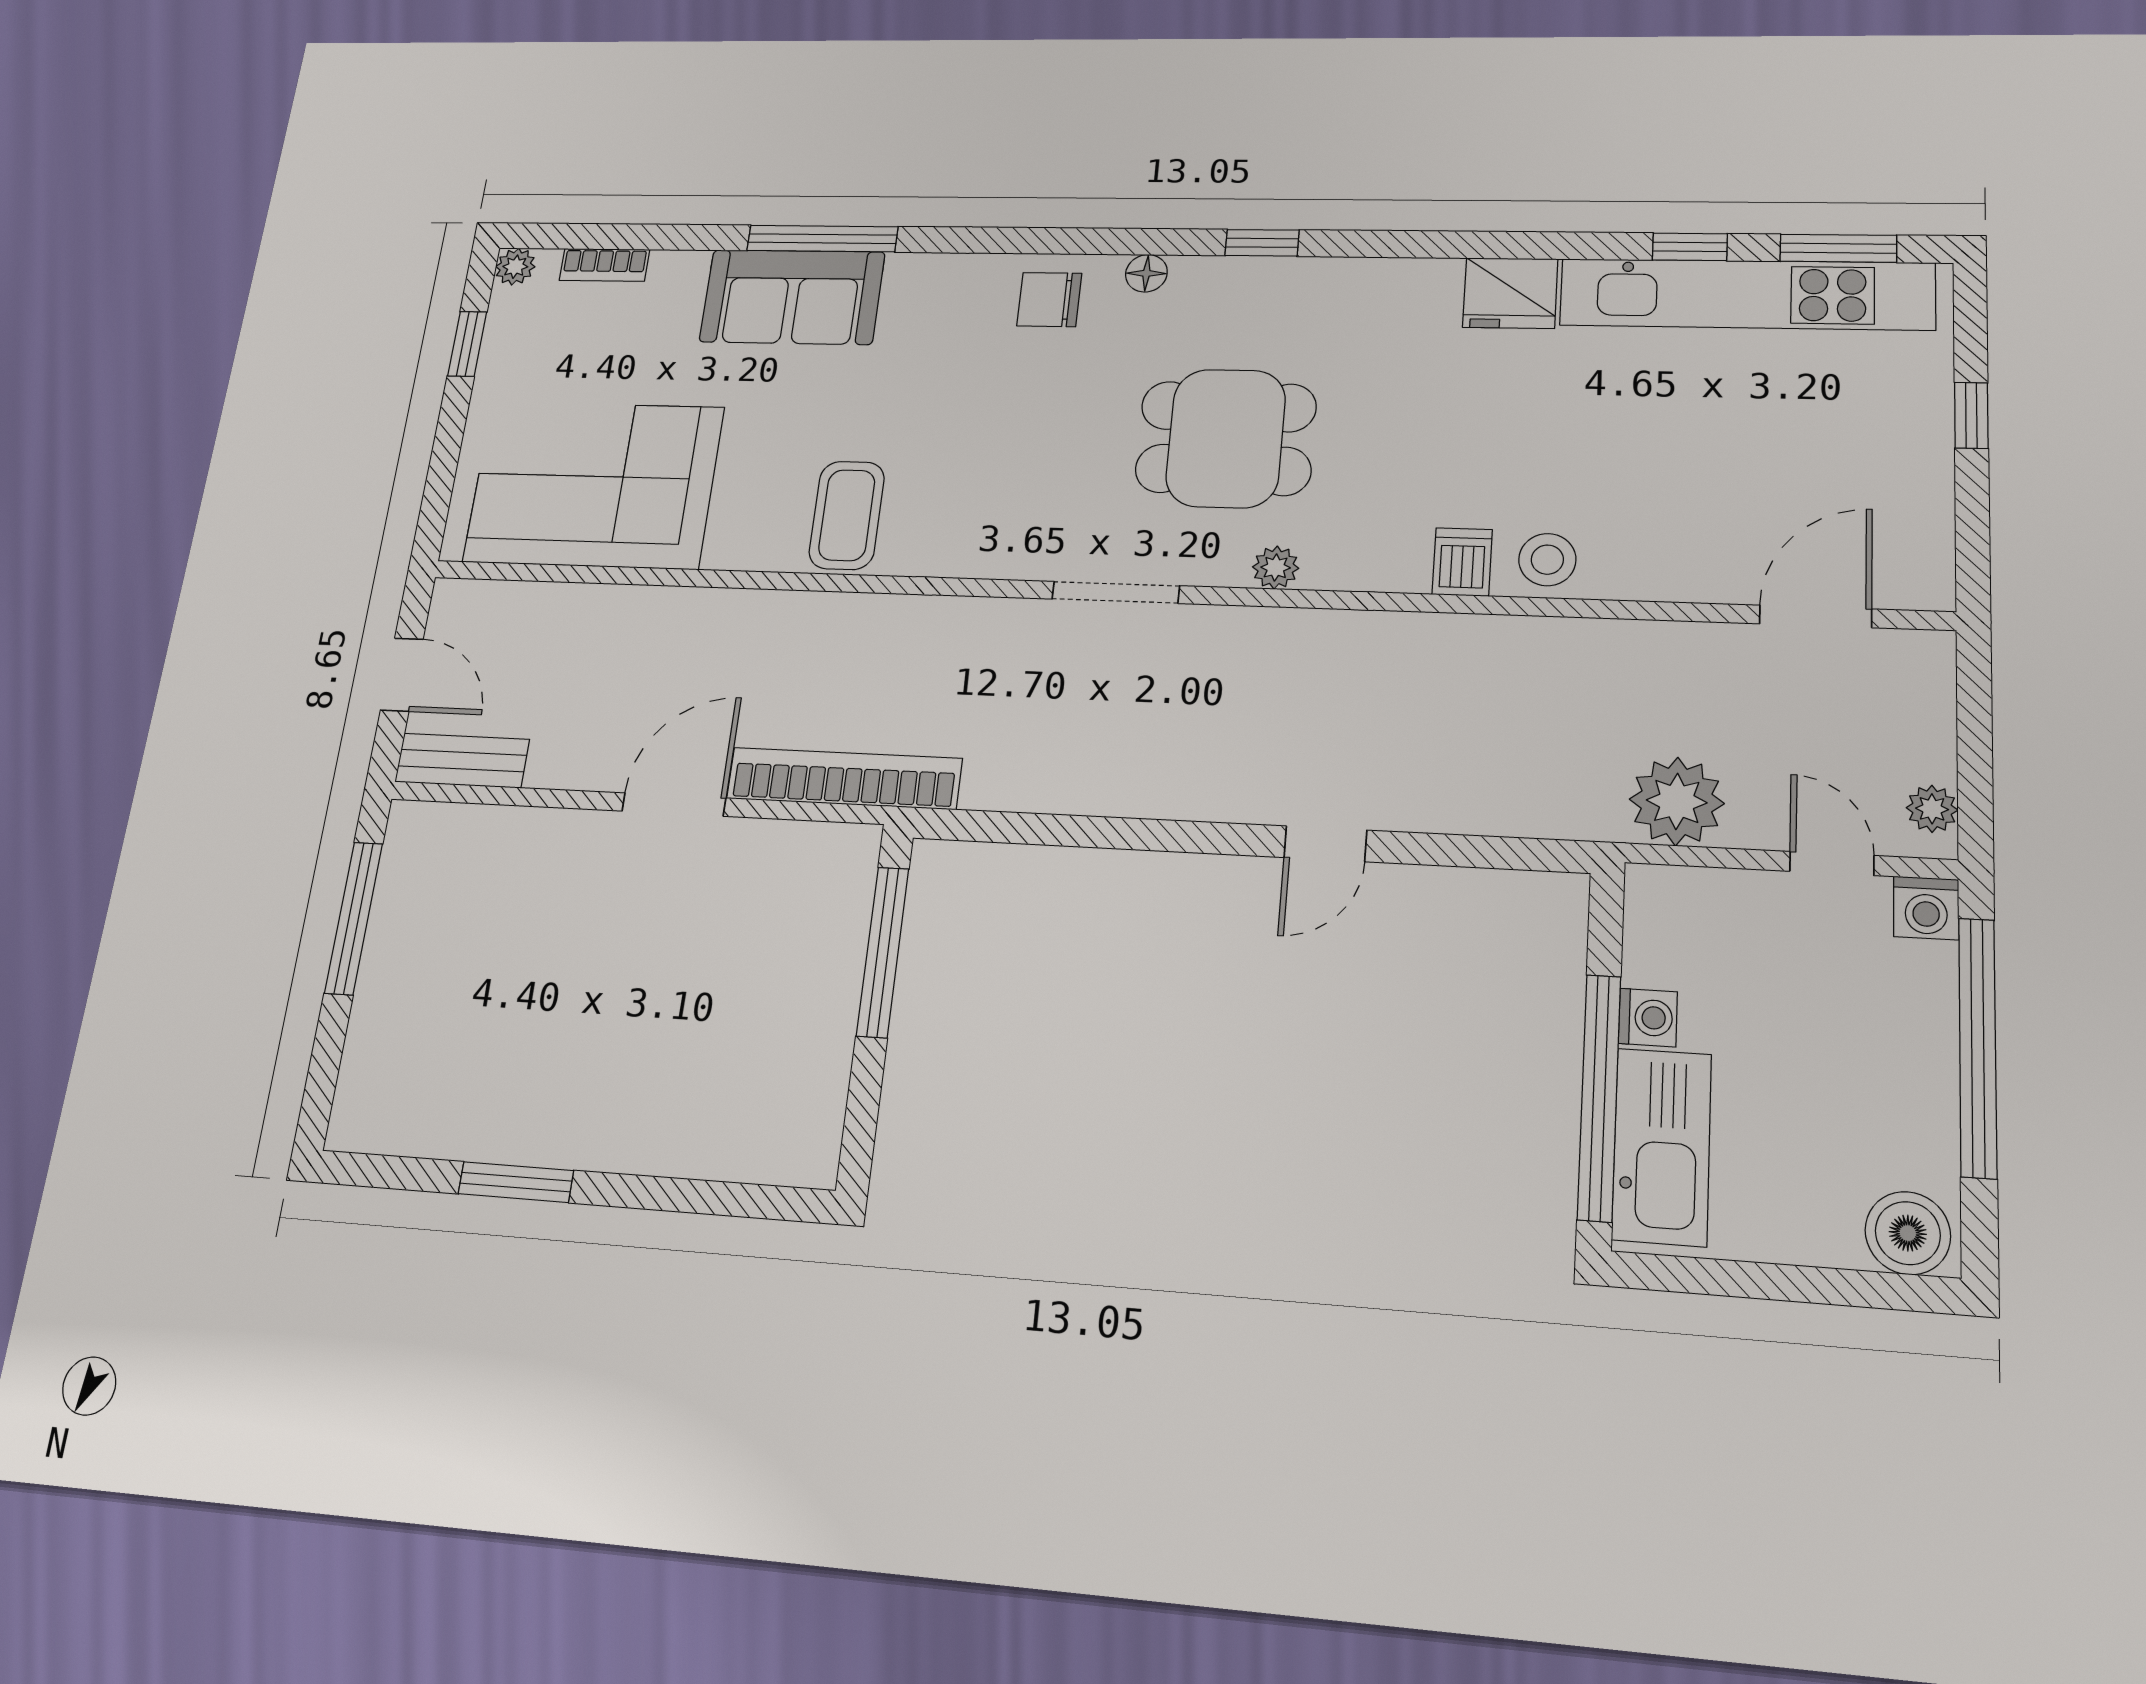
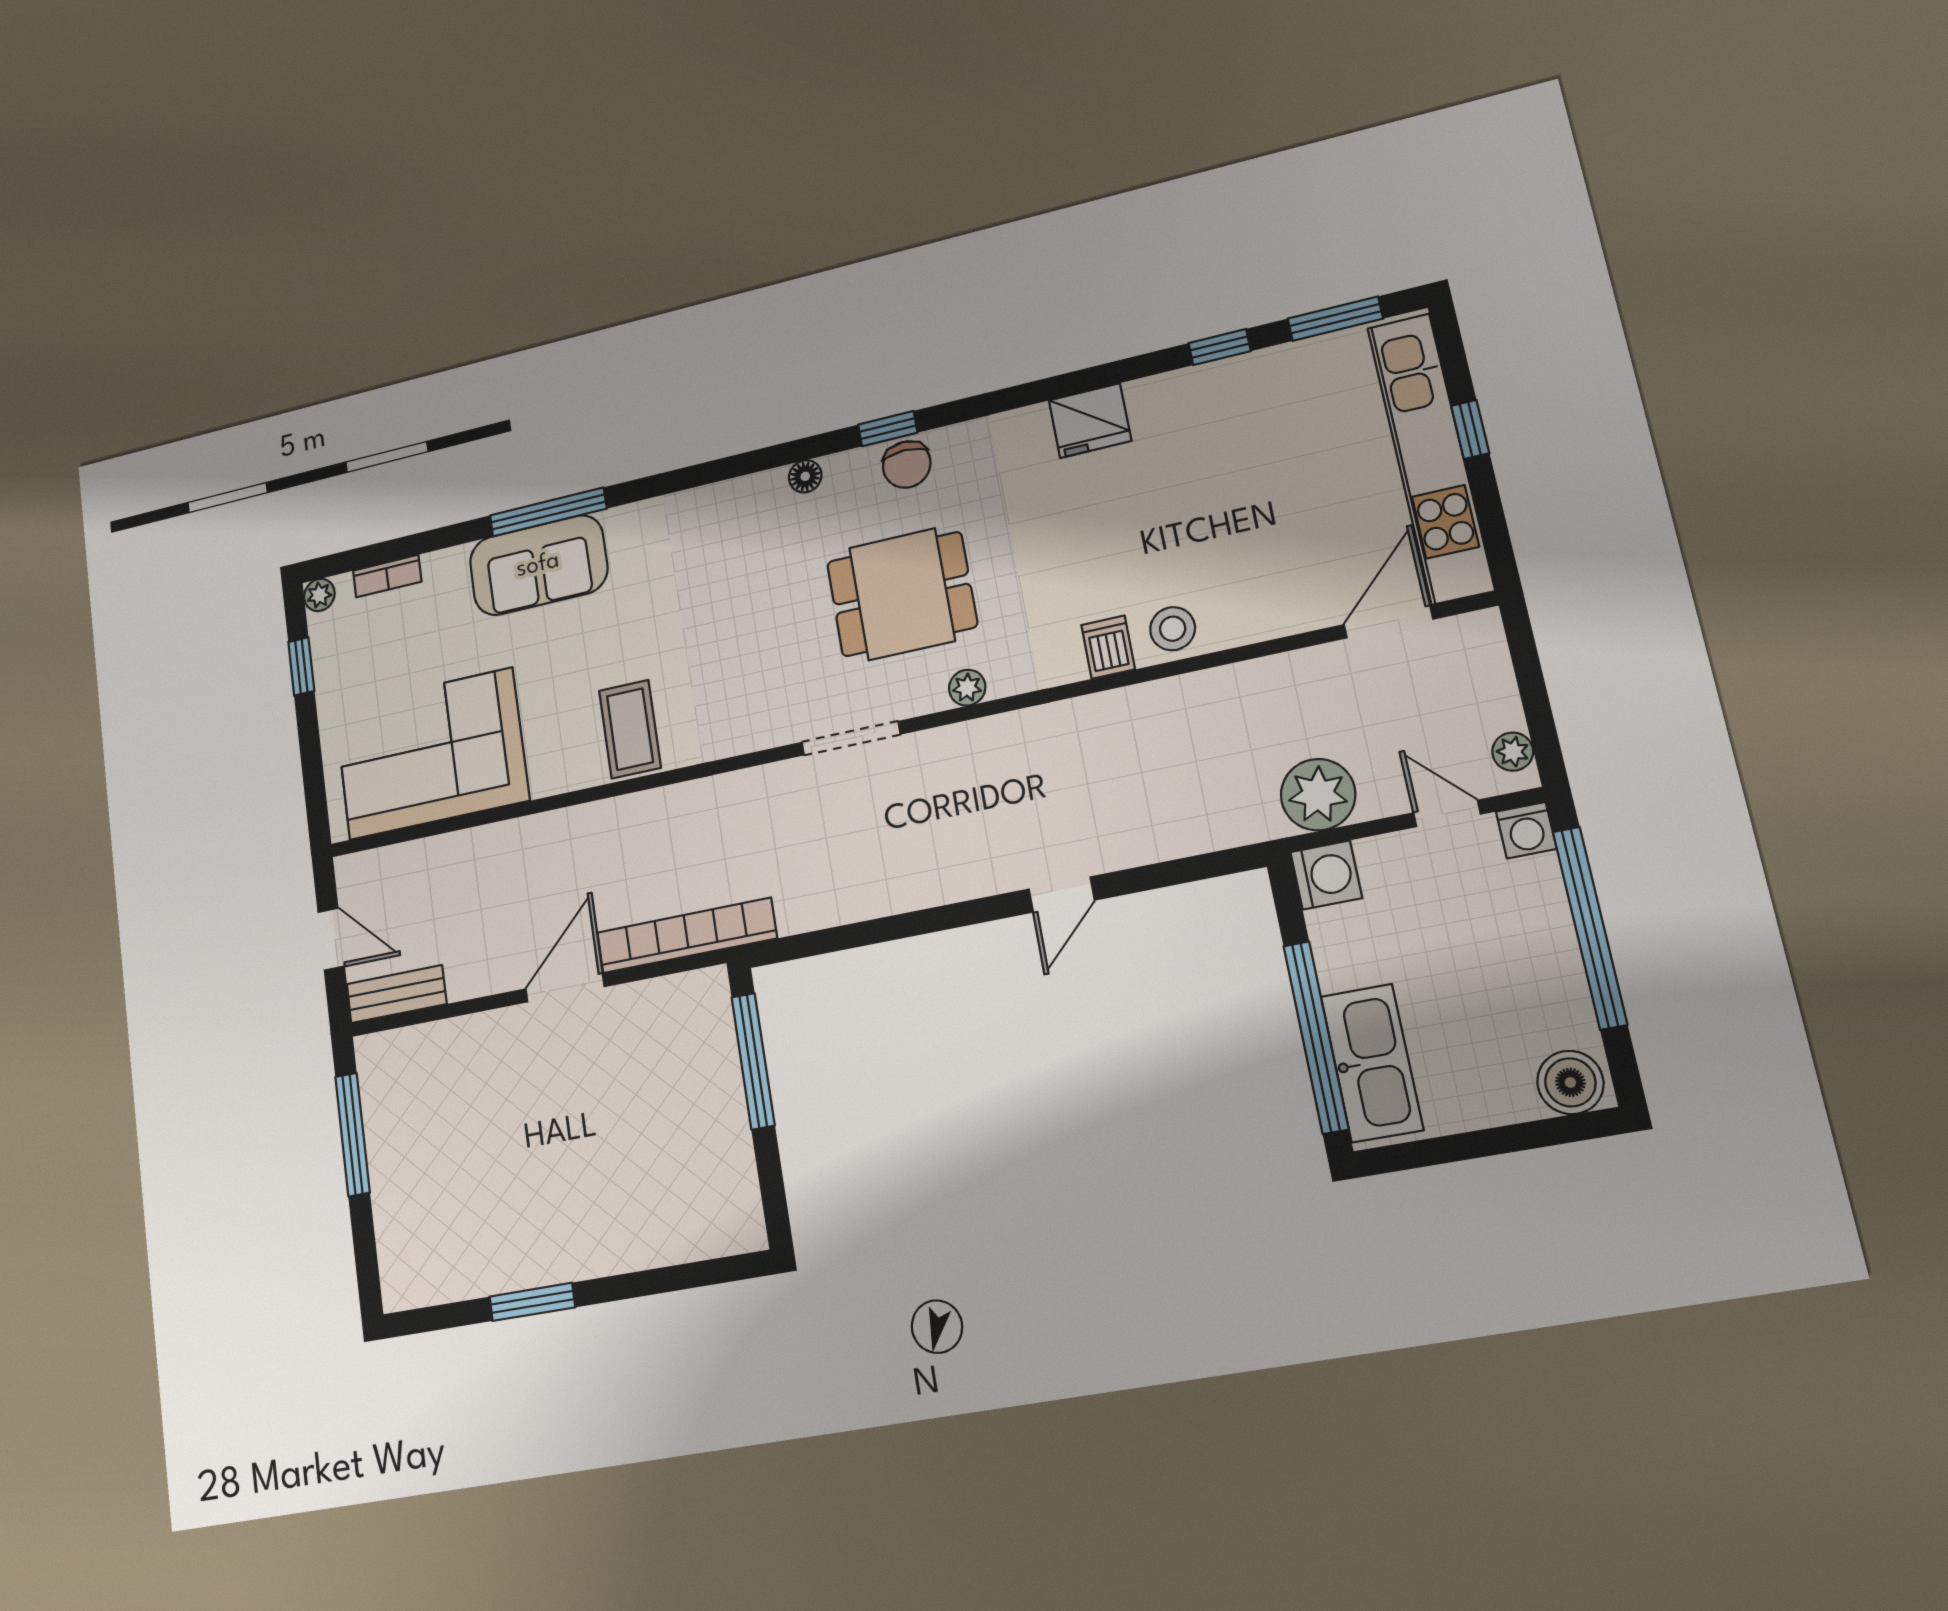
kitchen unit: (1746, 294) -> (1430, 458), moved, turned 90
chair: (1049, 300) -> (907, 464), moved, turned -90
washing machine: (1648, 1018) -> (1326, 875), moved, width x1.38, depth x1.38

